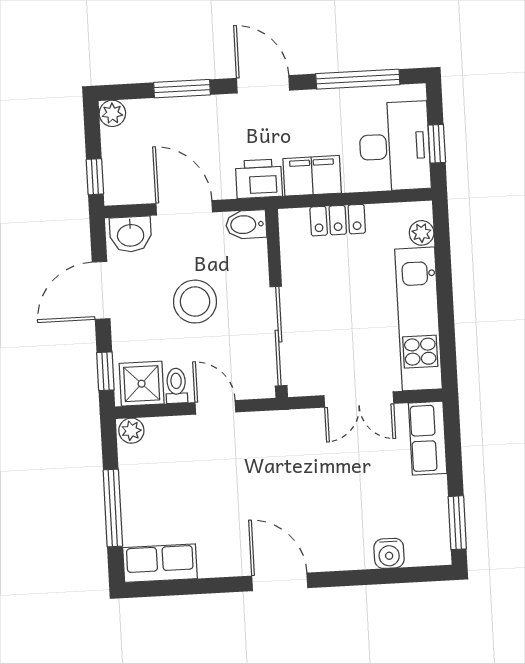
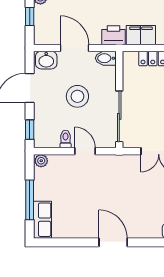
window: (95, 177) -> (30, 16), moved
shower: (142, 384) -> (48, 137), removed
row of seats: (160, 563) -> (42, 220), moved, turned 90

